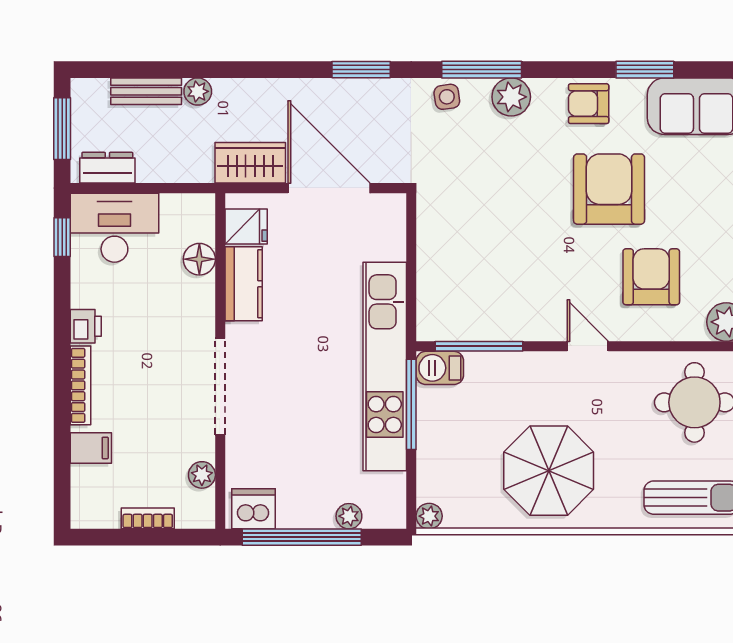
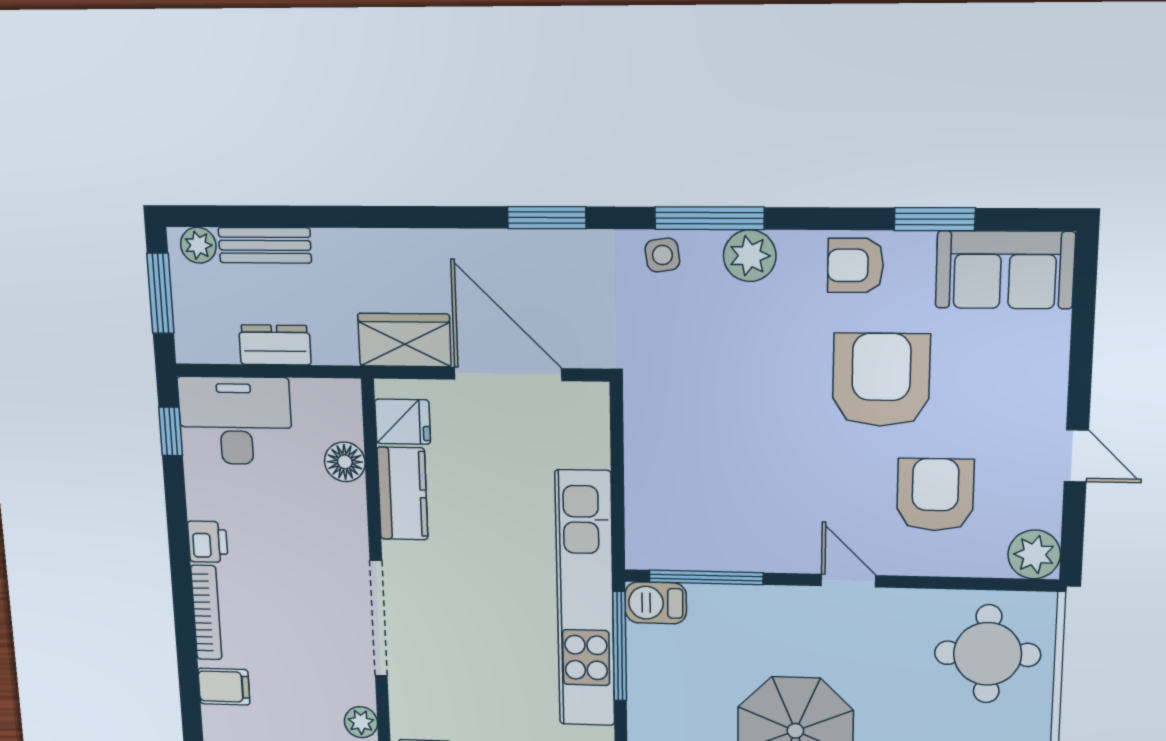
plant: (198, 91) -> (198, 245), moved
dresser: (107, 168) -> (275, 345), moved

